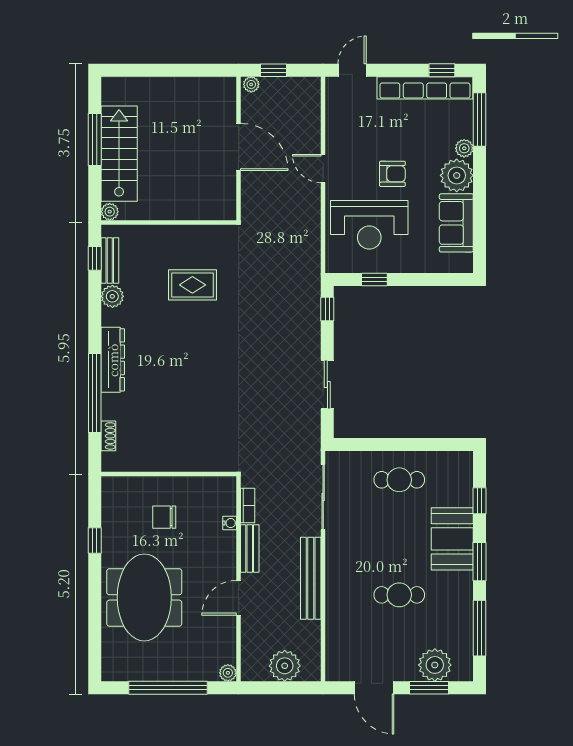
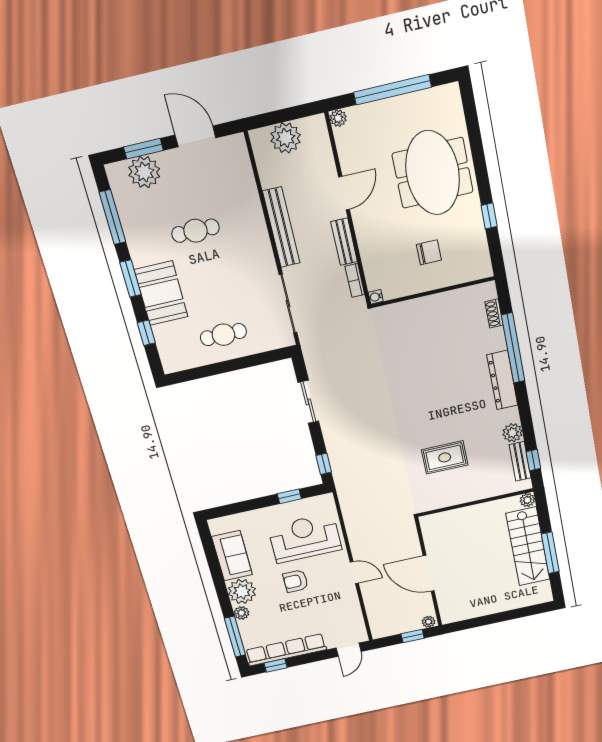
water cooler: (230, 523) -> (376, 297), moved

